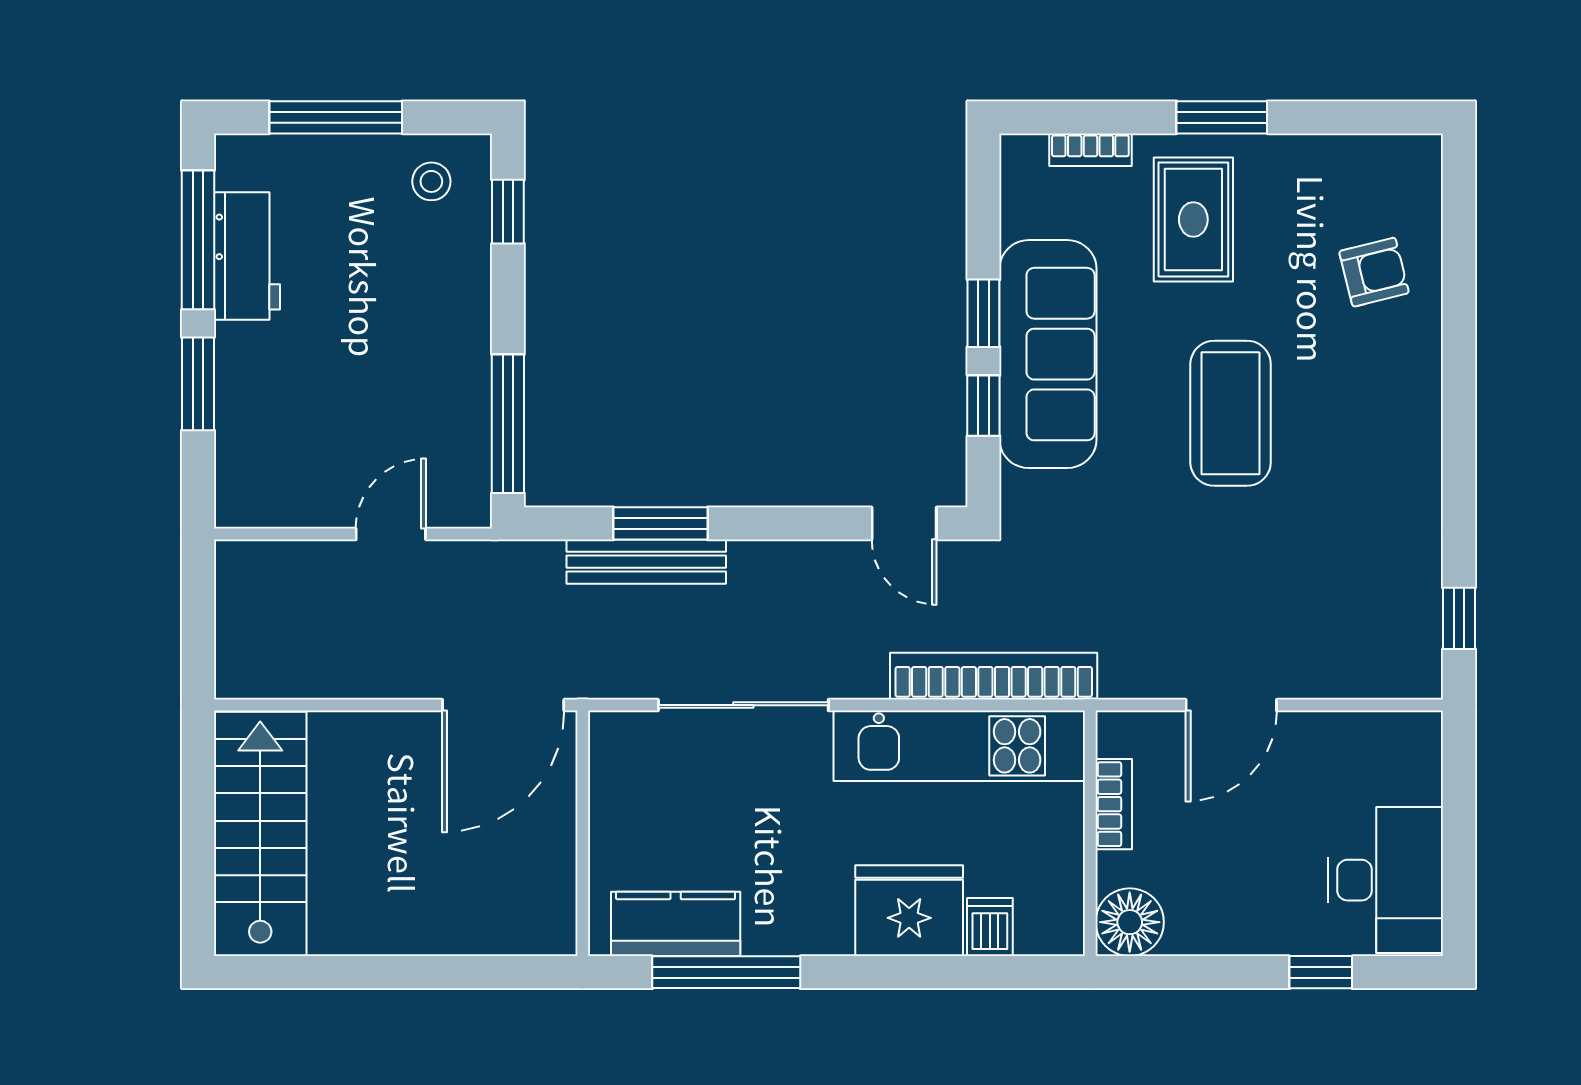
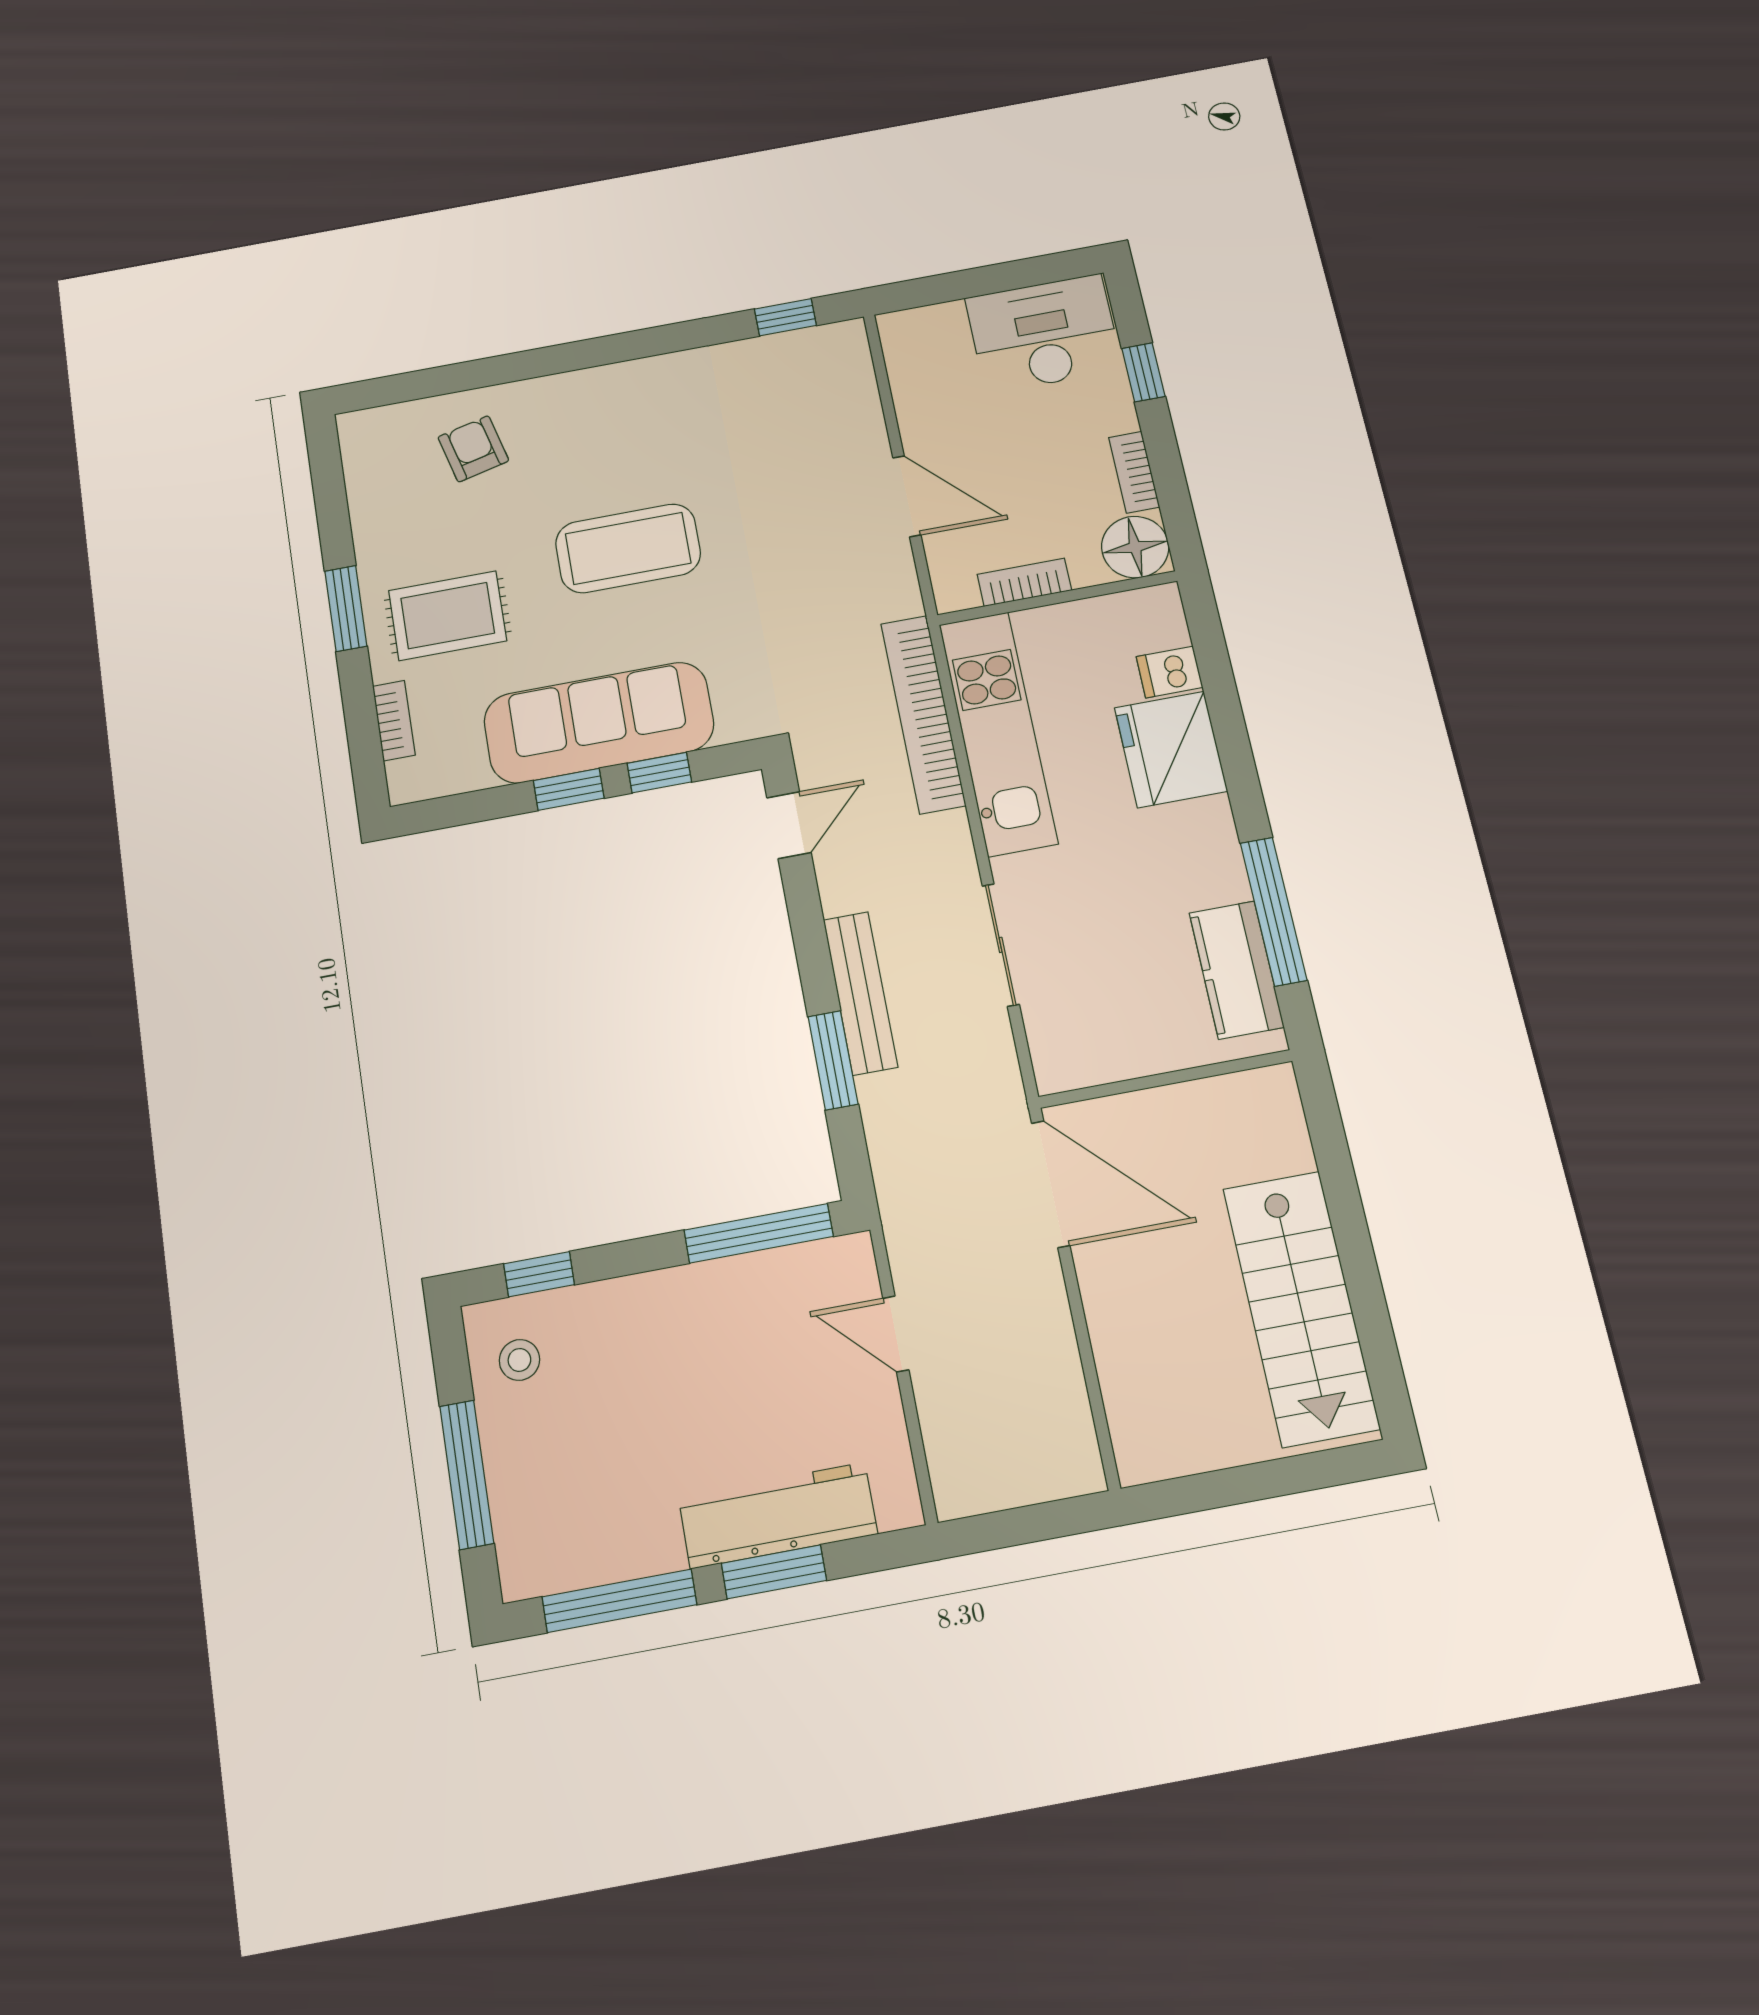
workbench: (247, 256) -> (778, 1516), moved, width x1.38
bench: (646, 562) -> (860, 993), moved
sliding door: (743, 705) -> (1001, 945), width x0.73
stairs: (260, 834) -> (1301, 1308), moved, turned -90
bookcase: (1211, 939) -> (1134, 472), added

